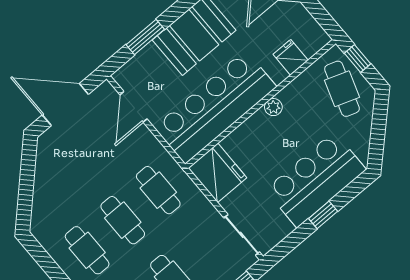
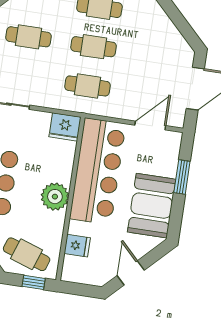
door: (133, 107) -> (150, 125), hinge flipped
plant: (273, 107) -> (55, 197), width x1.87, depth x1.87
fridge: (217, 173) -> (65, 127), width x0.73, depth x0.75

